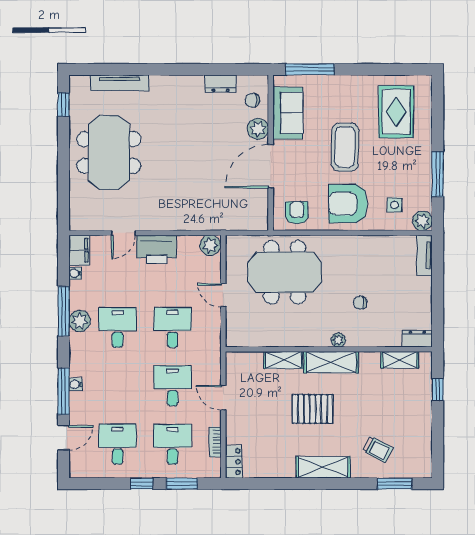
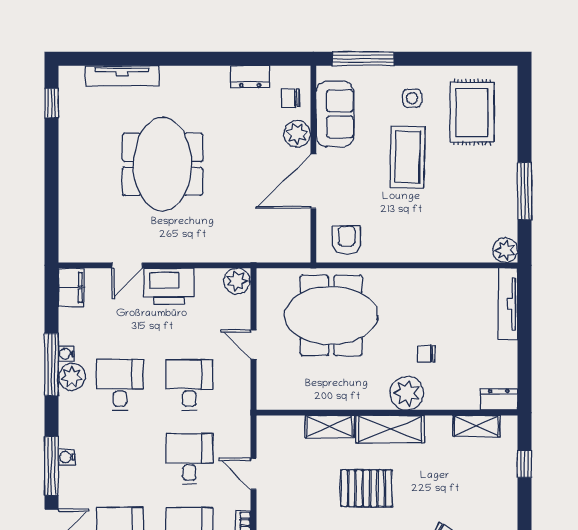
meeting table: (109, 152) -> (163, 164), moved
armchair: (348, 204) -> (411, 229), removed
side table: (394, 205) -> (412, 98), moved
tv unit: (424, 255) -> (508, 304), width x1.41
water cooler: (75, 273) -> (66, 354), moved
plant: (338, 340) -> (407, 393), width x1.87, depth x1.87

